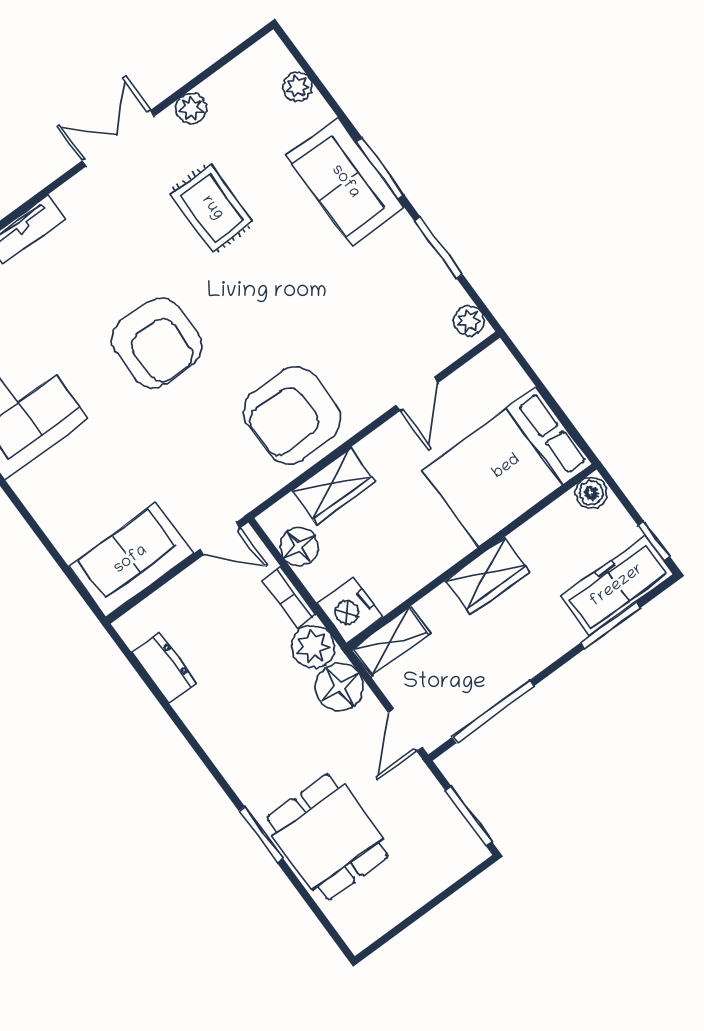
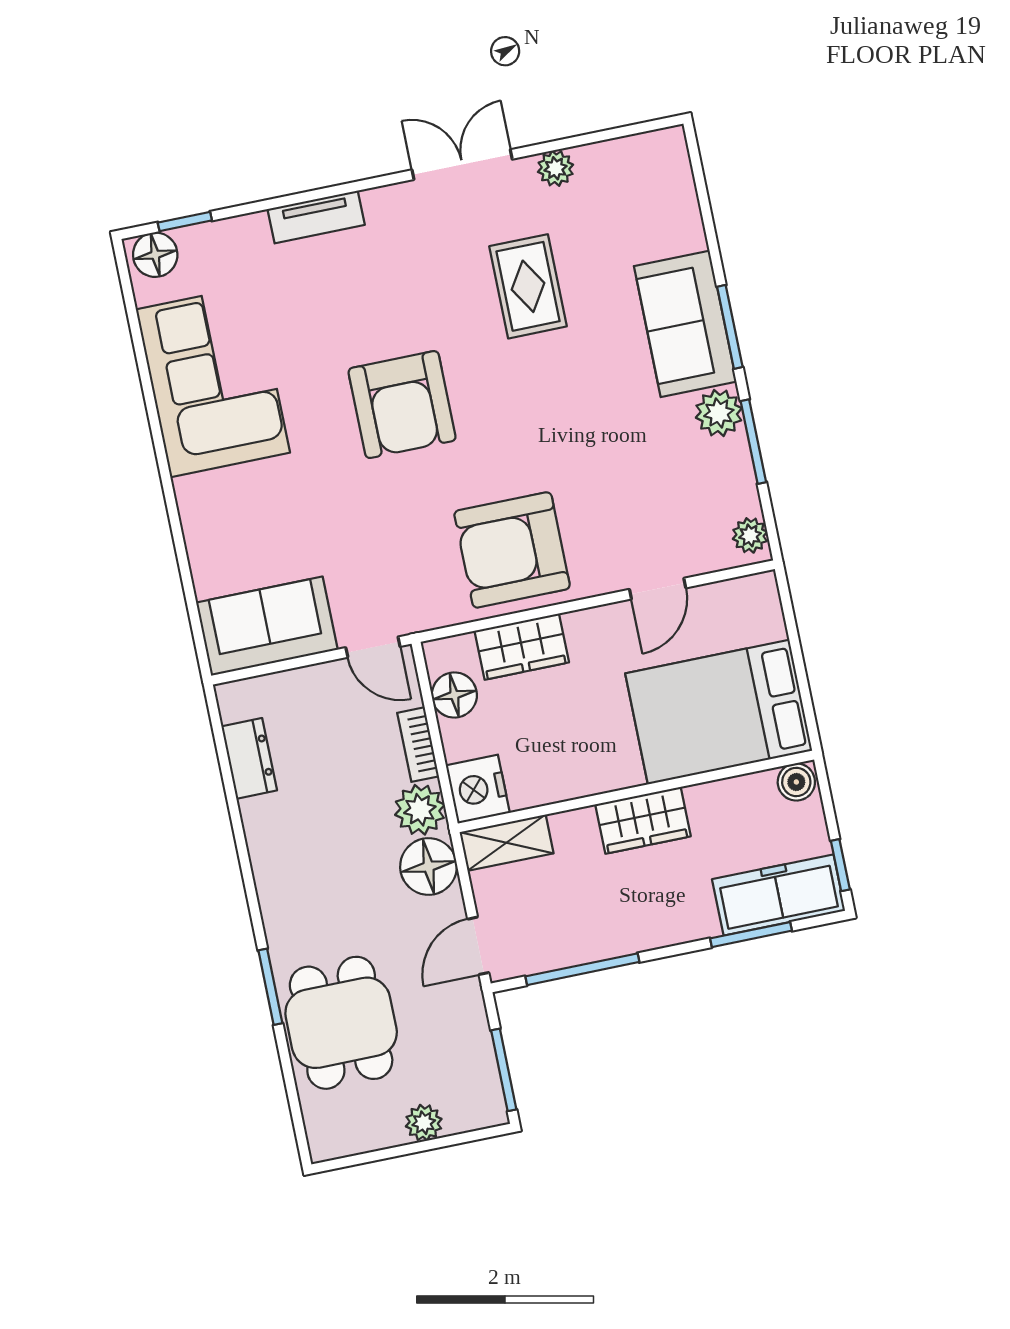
plant: (297, 86) -> (719, 413), moved, width x1.38, depth x1.38
plant: (426, 885) -> (424, 1123), added

